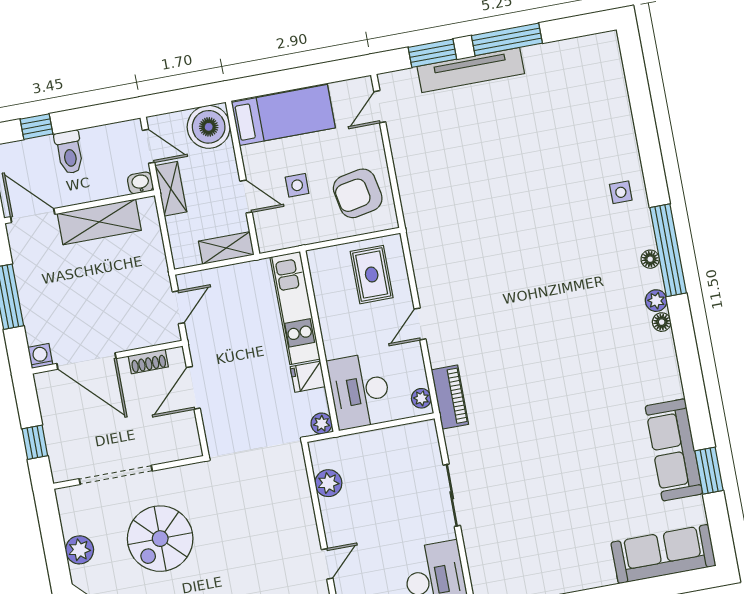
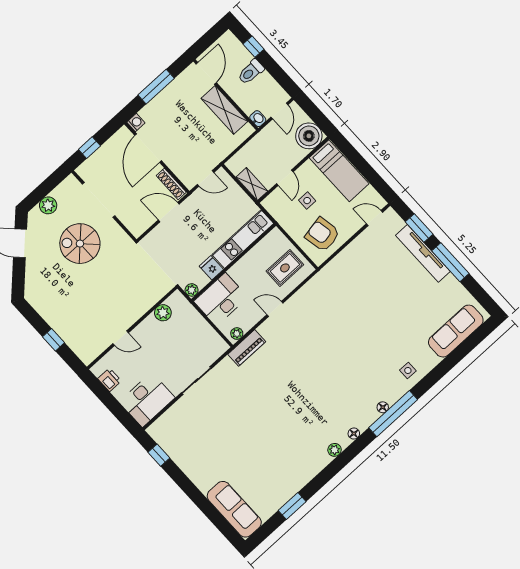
shelving: (171, 189) -> (265, 136), removed
plant: (656, 301) -> (335, 450), moved
shoe rack: (148, 361) -> (171, 184), width x1.43
sofa: (674, 450) -> (456, 331), moved

